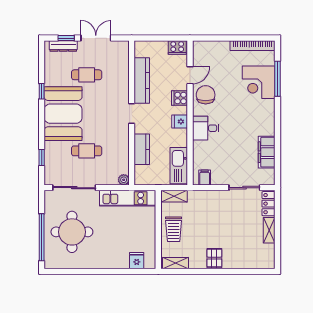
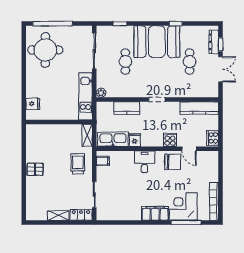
kitchen counter: (142, 80) -> (199, 108), moved
fridge: (180, 121) -> (135, 140), moved
filing cabinet: (267, 152) -> (155, 213), moved
trolley: (174, 229) -> (78, 164), moved, turned 90
round table: (72, 232) -> (45, 50), moved
shelving: (176, 263) -> (31, 136), removed

